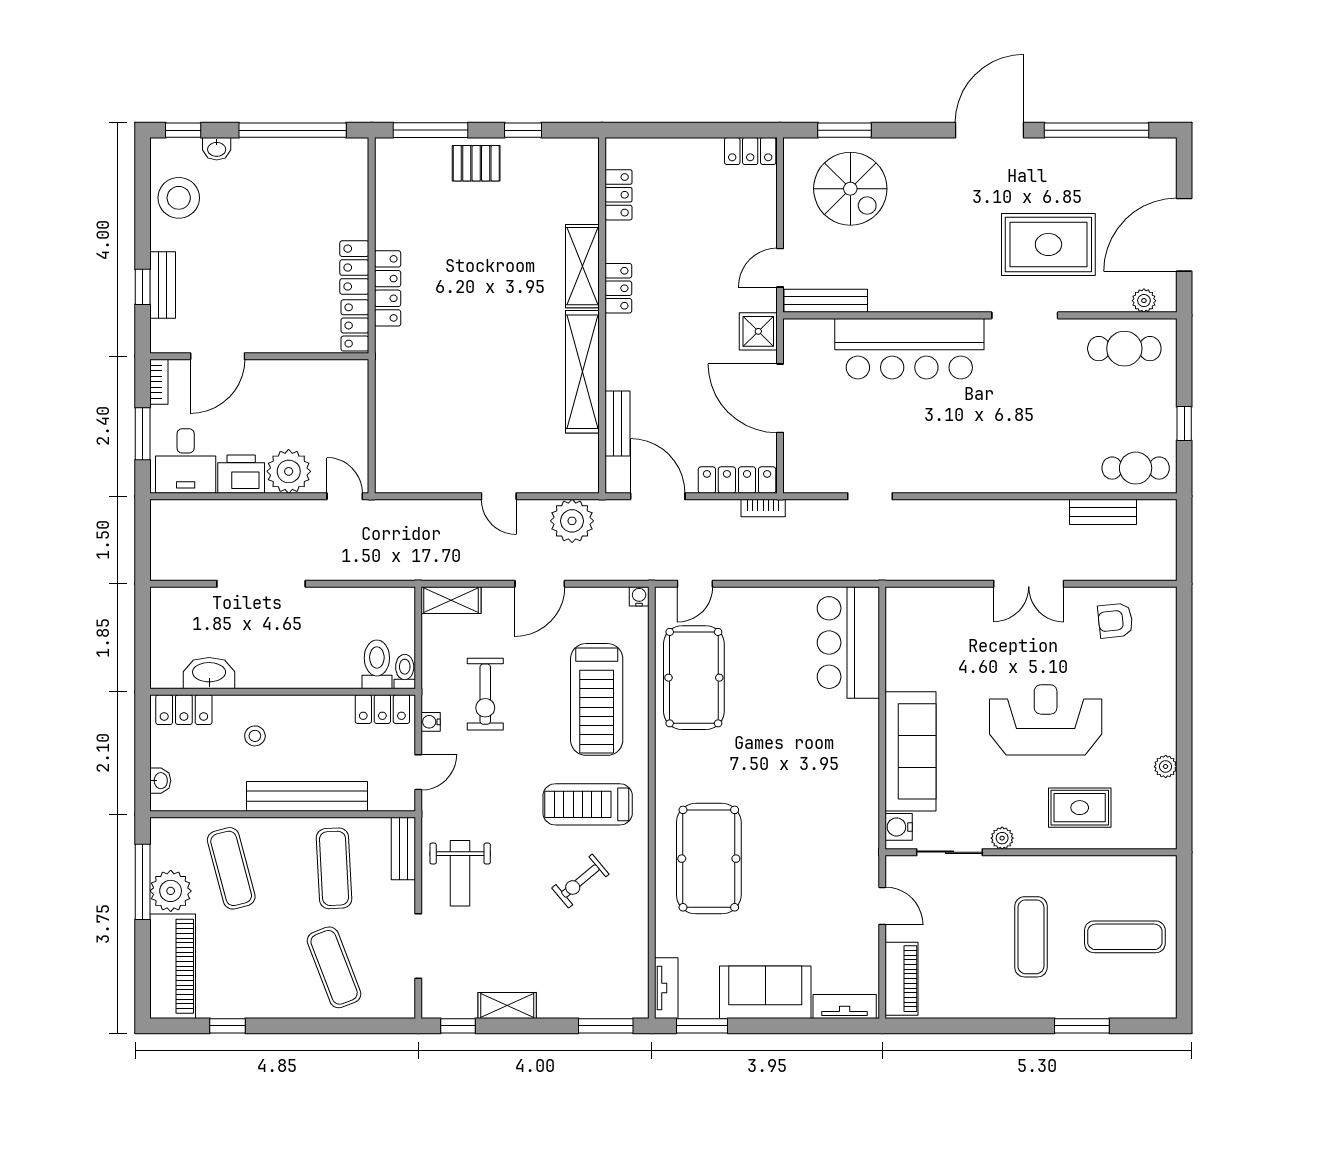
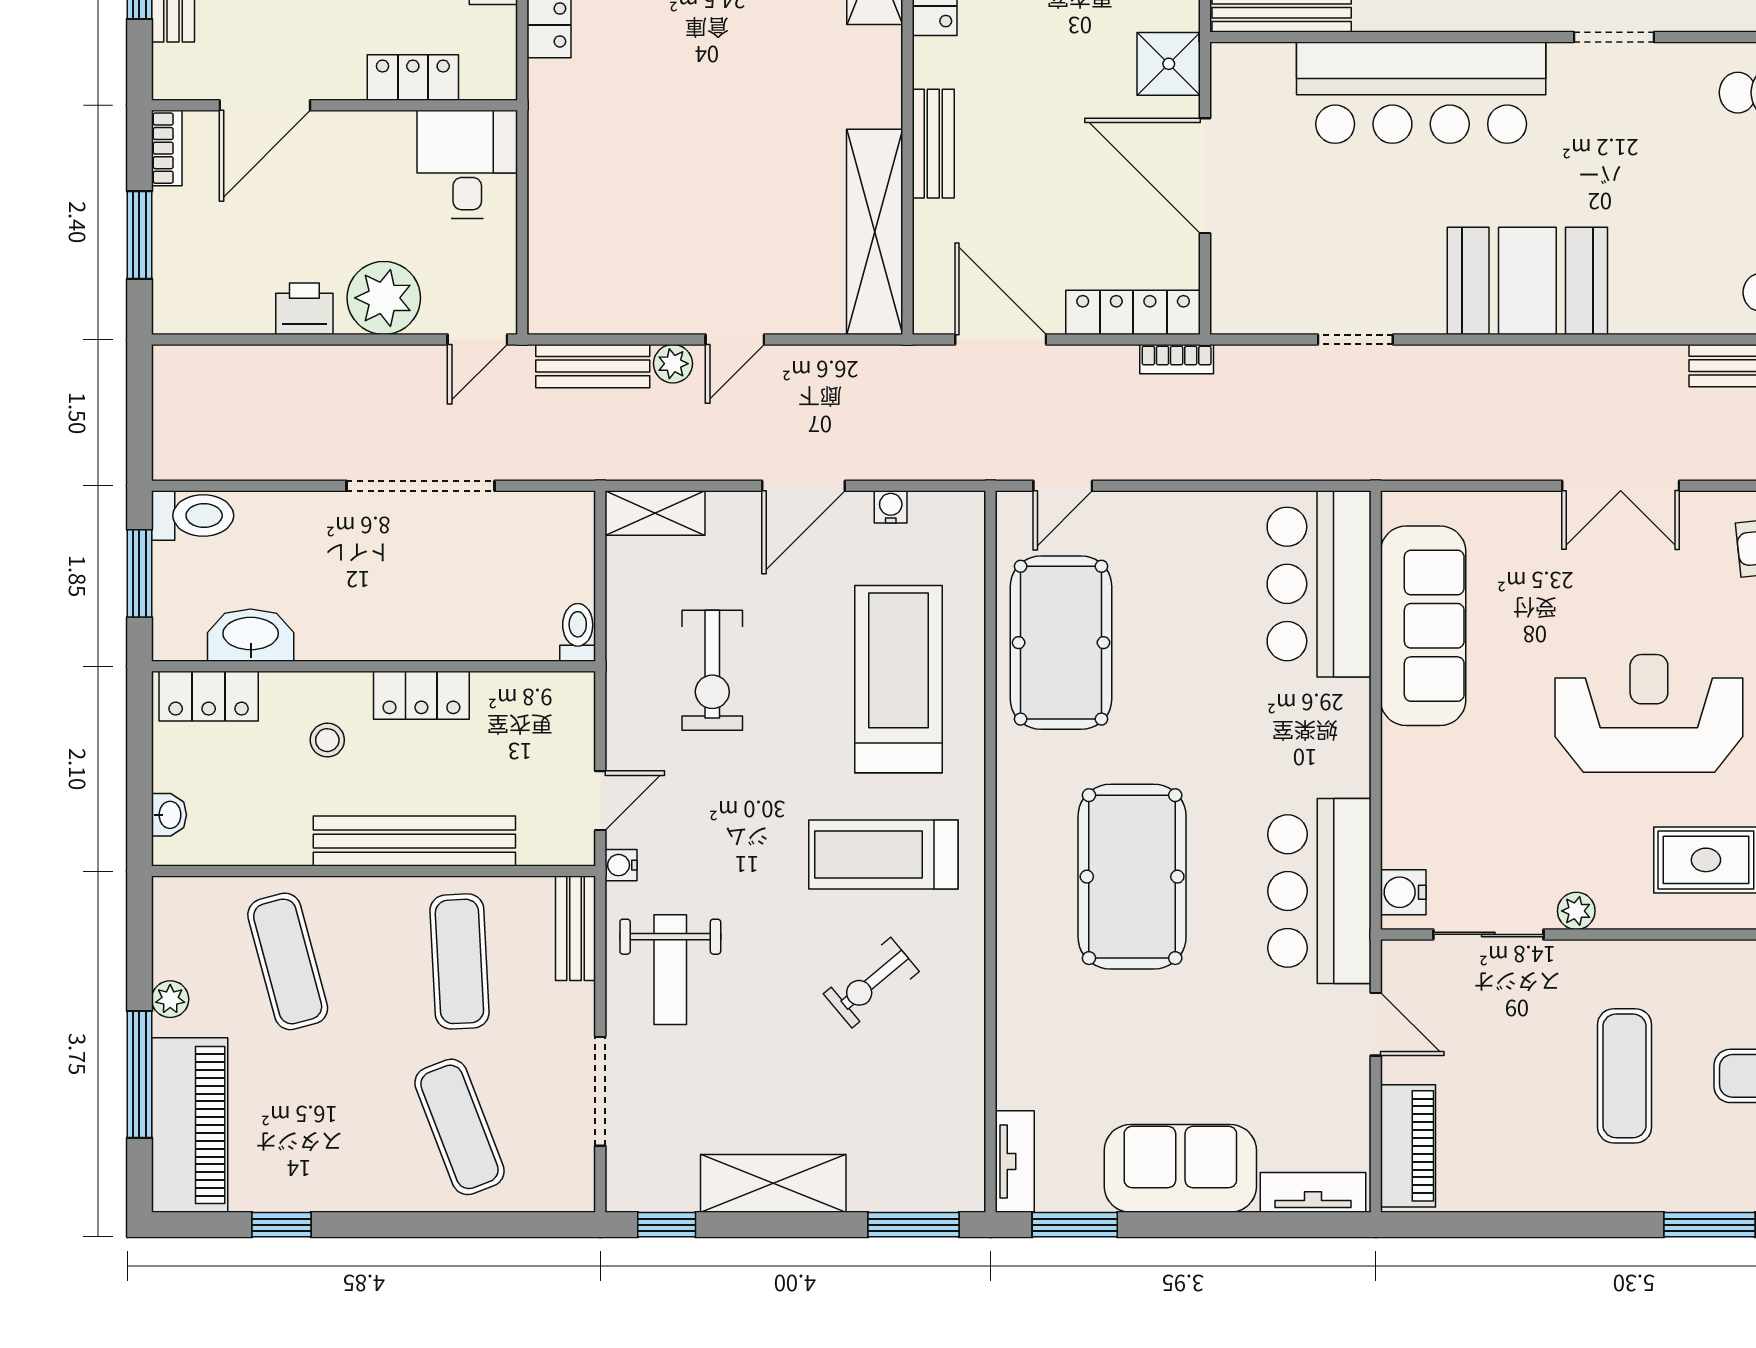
doorway: (1025, 315) -> (1614, 37), width x0.73
locker: (355, 325) -> (413, 78), moved, turned 90
shelving: (582, 372) -> (875, 232), moved
bench: (617, 423) -> (933, 144), moved
desk: (186, 461) -> (467, 164), moved, turned 180
booth: (973, 461) -> (1527, 281), added
printer: (241, 474) -> (304, 309), width x0.73, depth x0.81
door: (345, 496) -> (477, 339), swing flipped
door: (499, 496) -> (735, 339), hinge flipped
bench: (414, 512) -> (593, 366), added
plant: (572, 521) -> (673, 364), moved, width x0.53, depth x0.53
doorway: (261, 584) -> (420, 486), moved
water cooler: (639, 596) -> (891, 507), moved
window: (143, 636) -> (139, 573), added
toilet: (377, 664) -> (193, 516), moved, turned 90
treadmill: (597, 699) -> (899, 679), turned 180
locker: (382, 709) -> (421, 695), moved
water cooler: (431, 722) -> (621, 865), moved
sofa: (911, 751) -> (1423, 626), moved
bar counter: (848, 826) -> (1319, 891), added
pool table: (709, 859) -> (1132, 877), moved
window: (143, 882) -> (139, 1074), moved
plant: (171, 891) -> (170, 999), width x0.53, depth x0.53
shelving: (507, 1005) -> (773, 1183), width x1.50, depth x1.33

